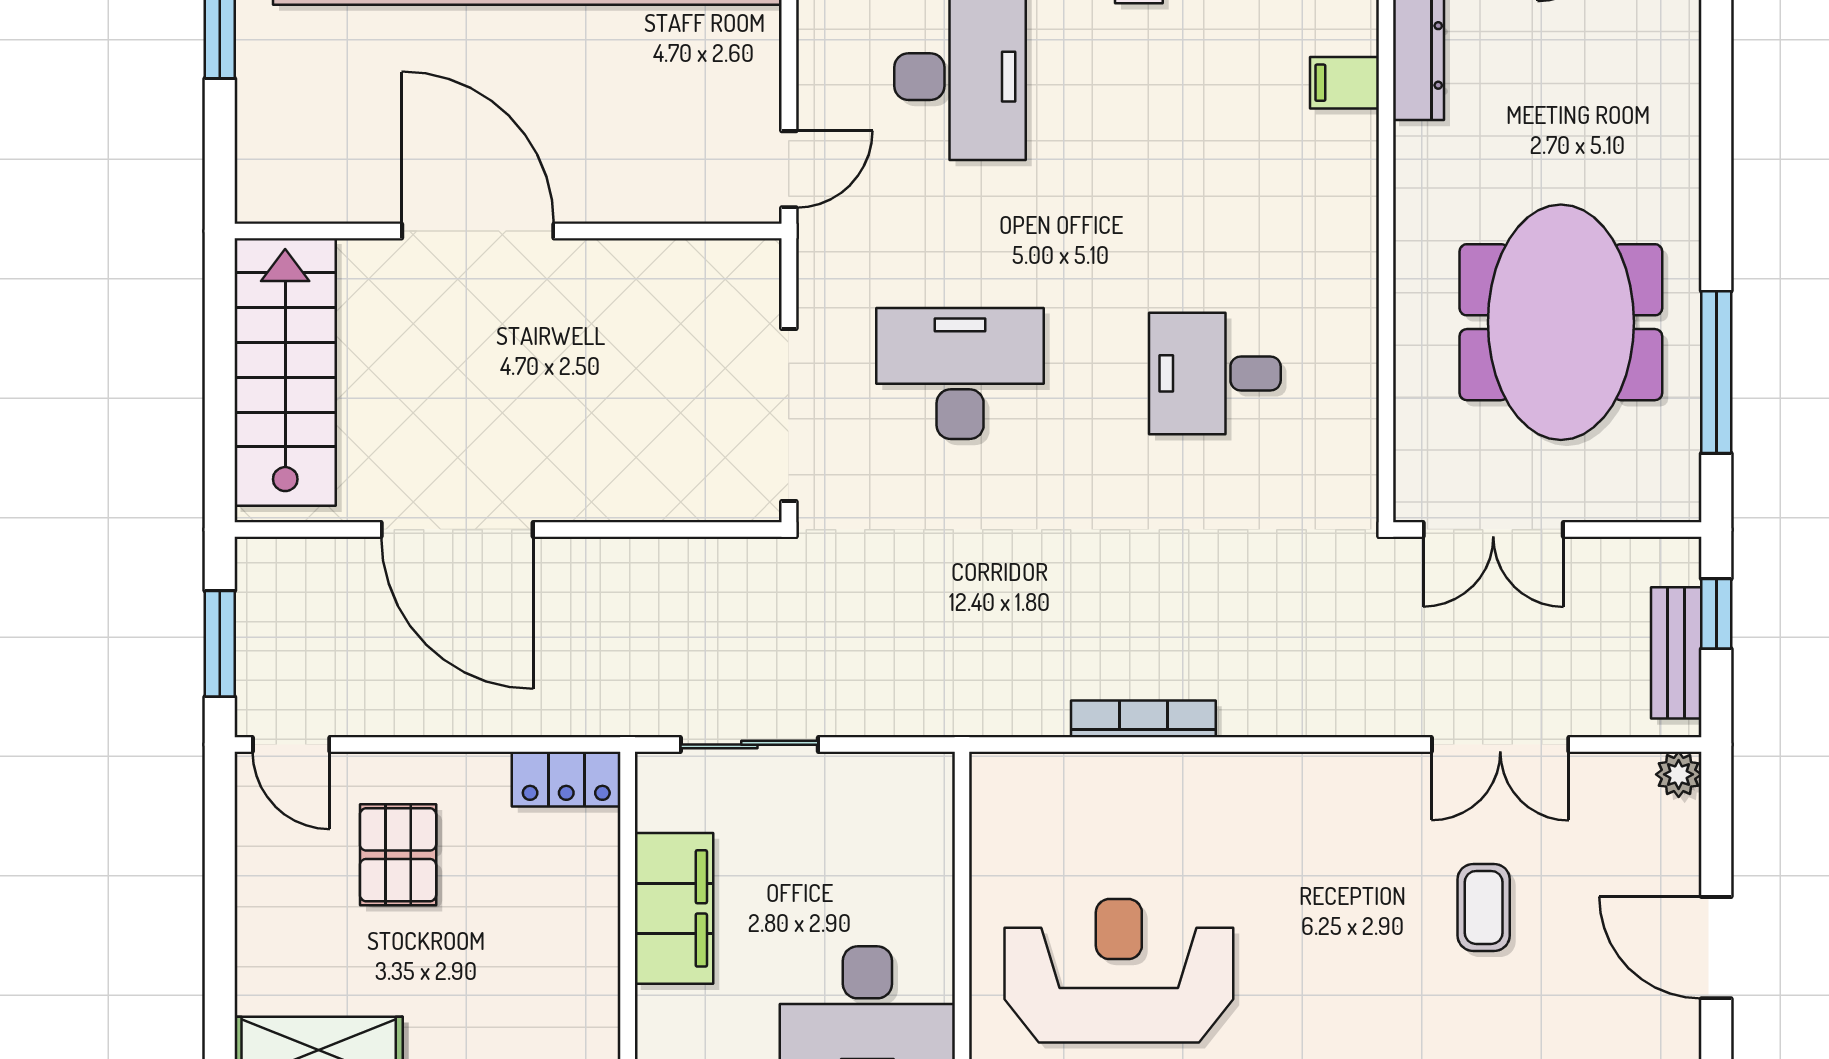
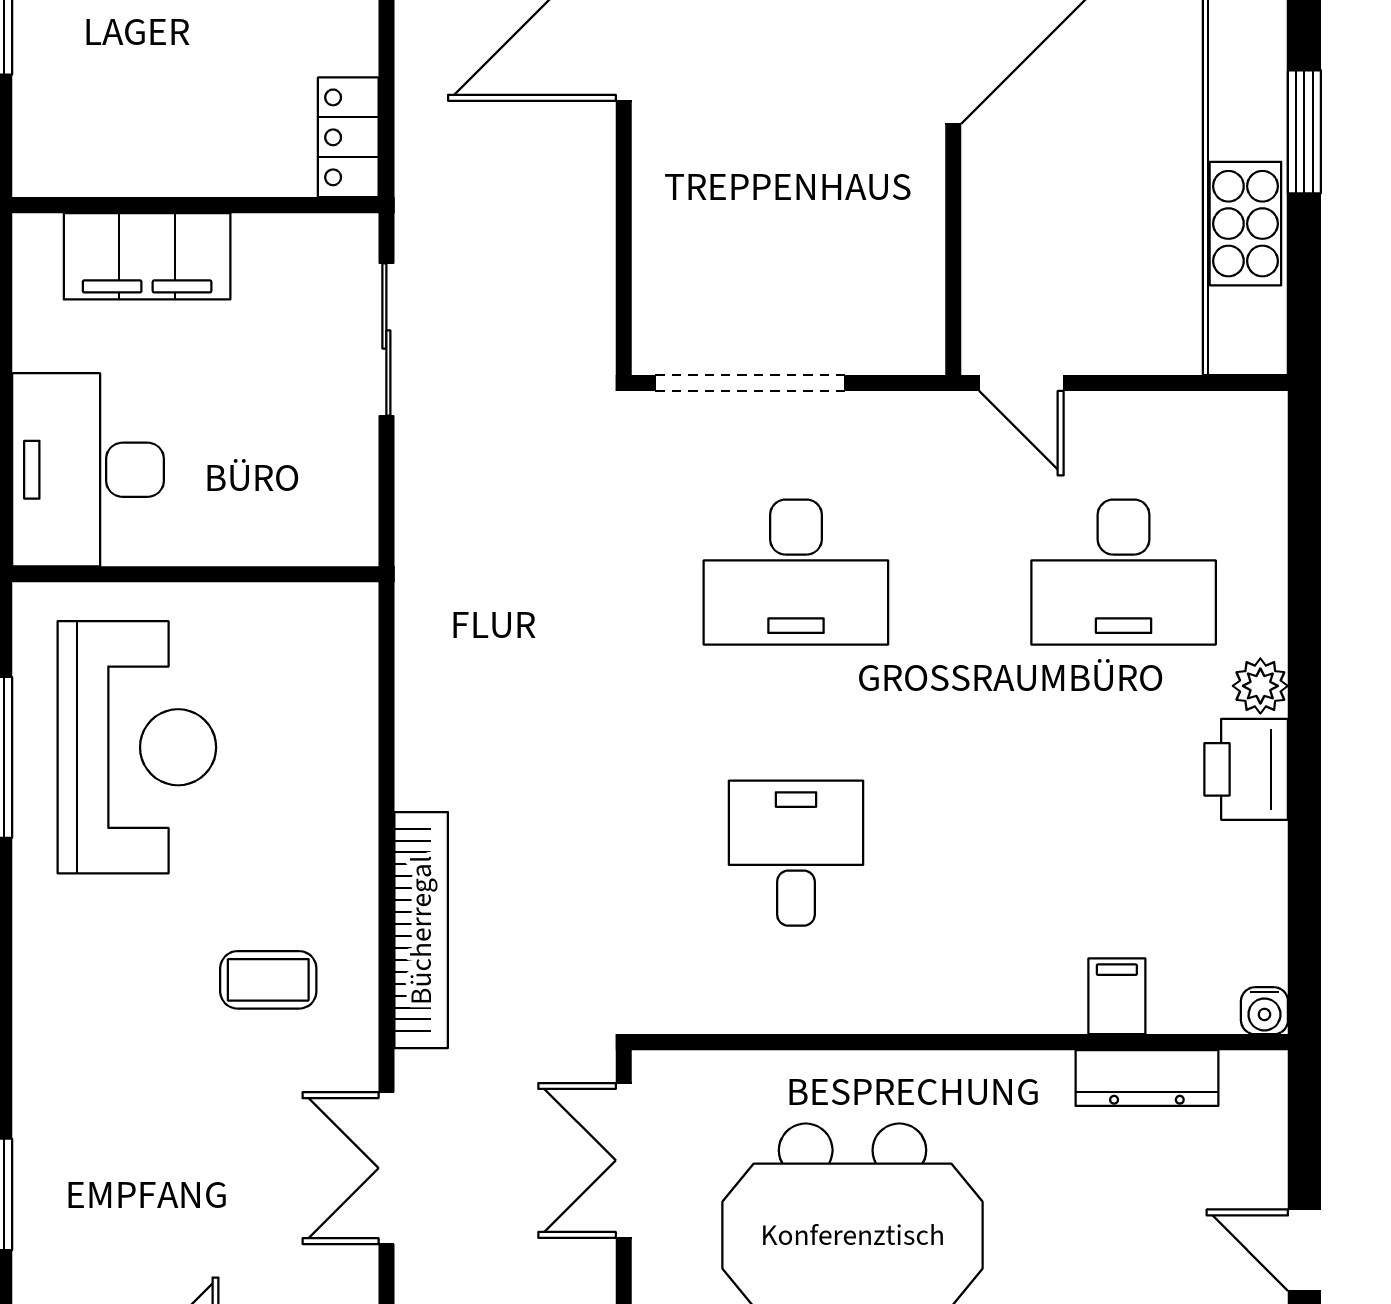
desk: (960, 373) -> (796, 572), turned 90
bookcase: (1143, 719) -> (421, 930), moved, width x1.48, depth x1.31
coffee table: (1484, 907) -> (268, 980), moved
filing cabinet: (674, 908) -> (147, 256), moved

